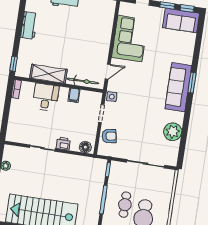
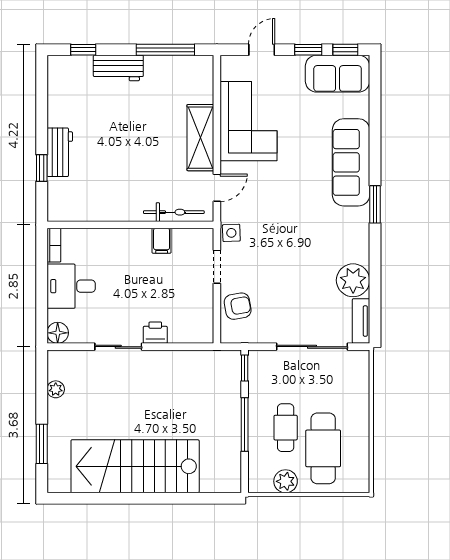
workbench: (29, 25) -> (60, 152), moved
window: (14, 64) -> (42, 168), moved
shelving: (48, 74) -> (200, 138), moved, turned 90
window: (192, 83) -> (375, 204), moved
sofa: (178, 87) -> (351, 162), moved
desk: (46, 97) -> (71, 286), moved, turned -90
floor lamp: (85, 147) -> (58, 333), moved
tv unit: (174, 154) -> (361, 321), added

